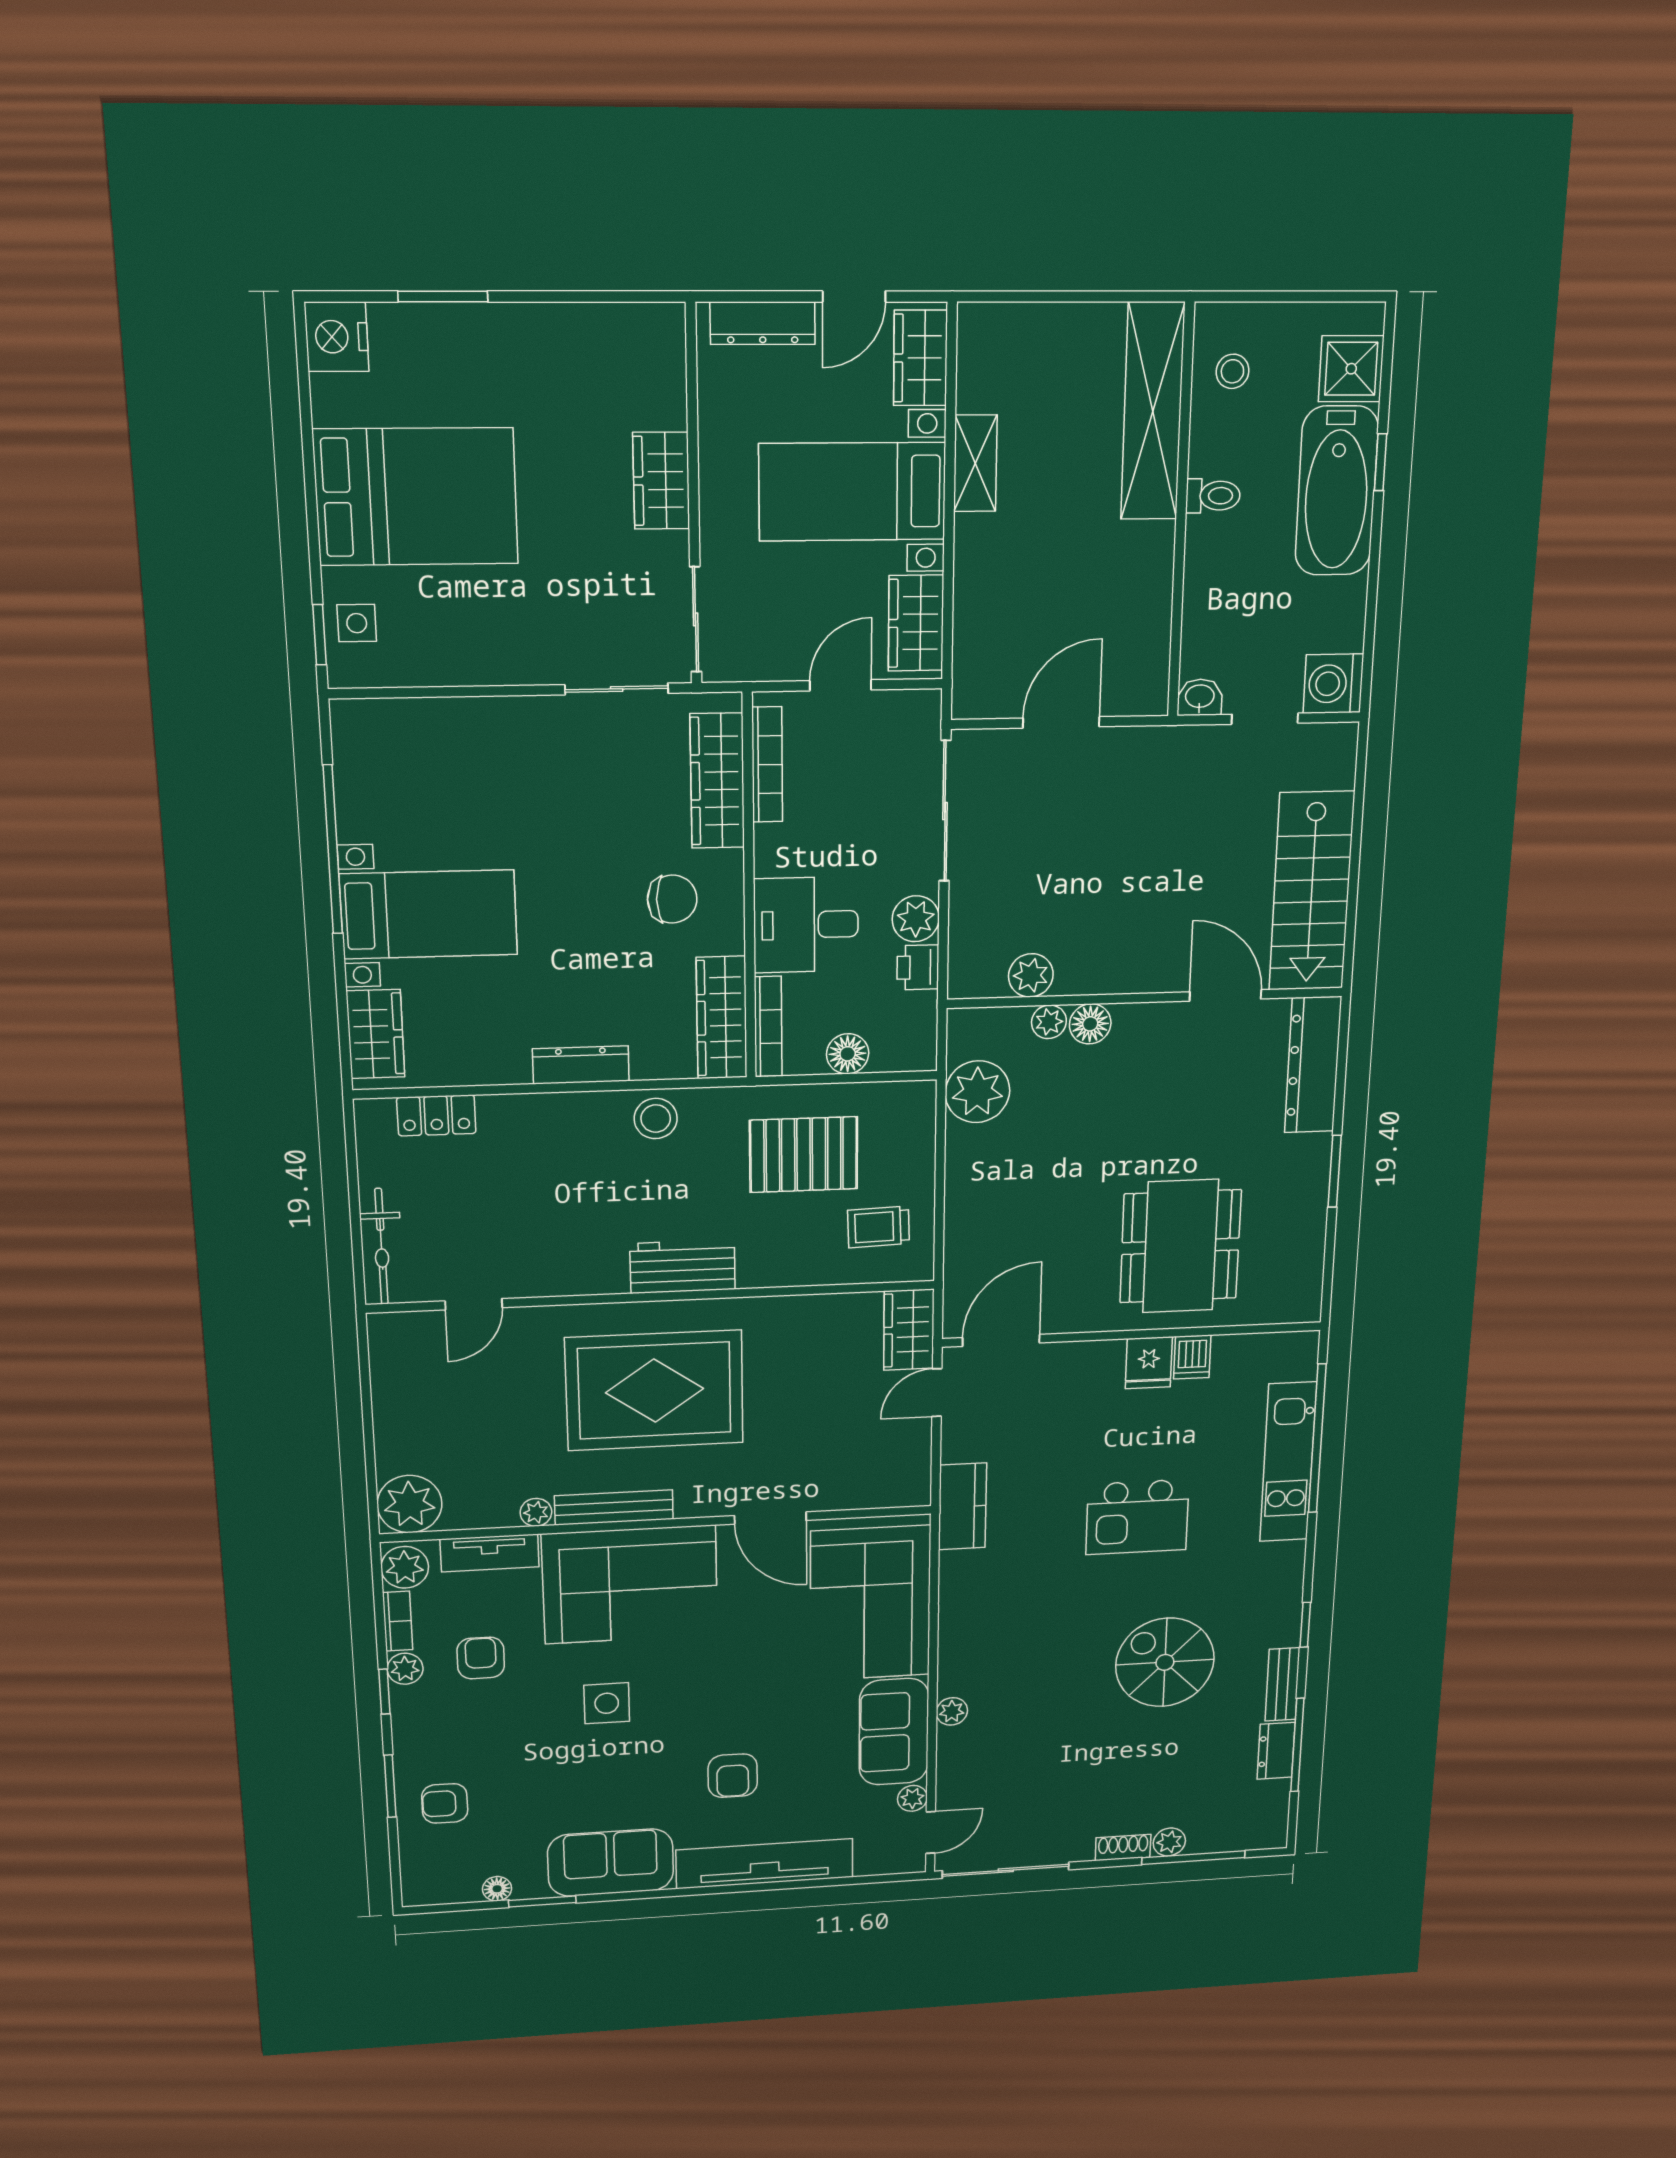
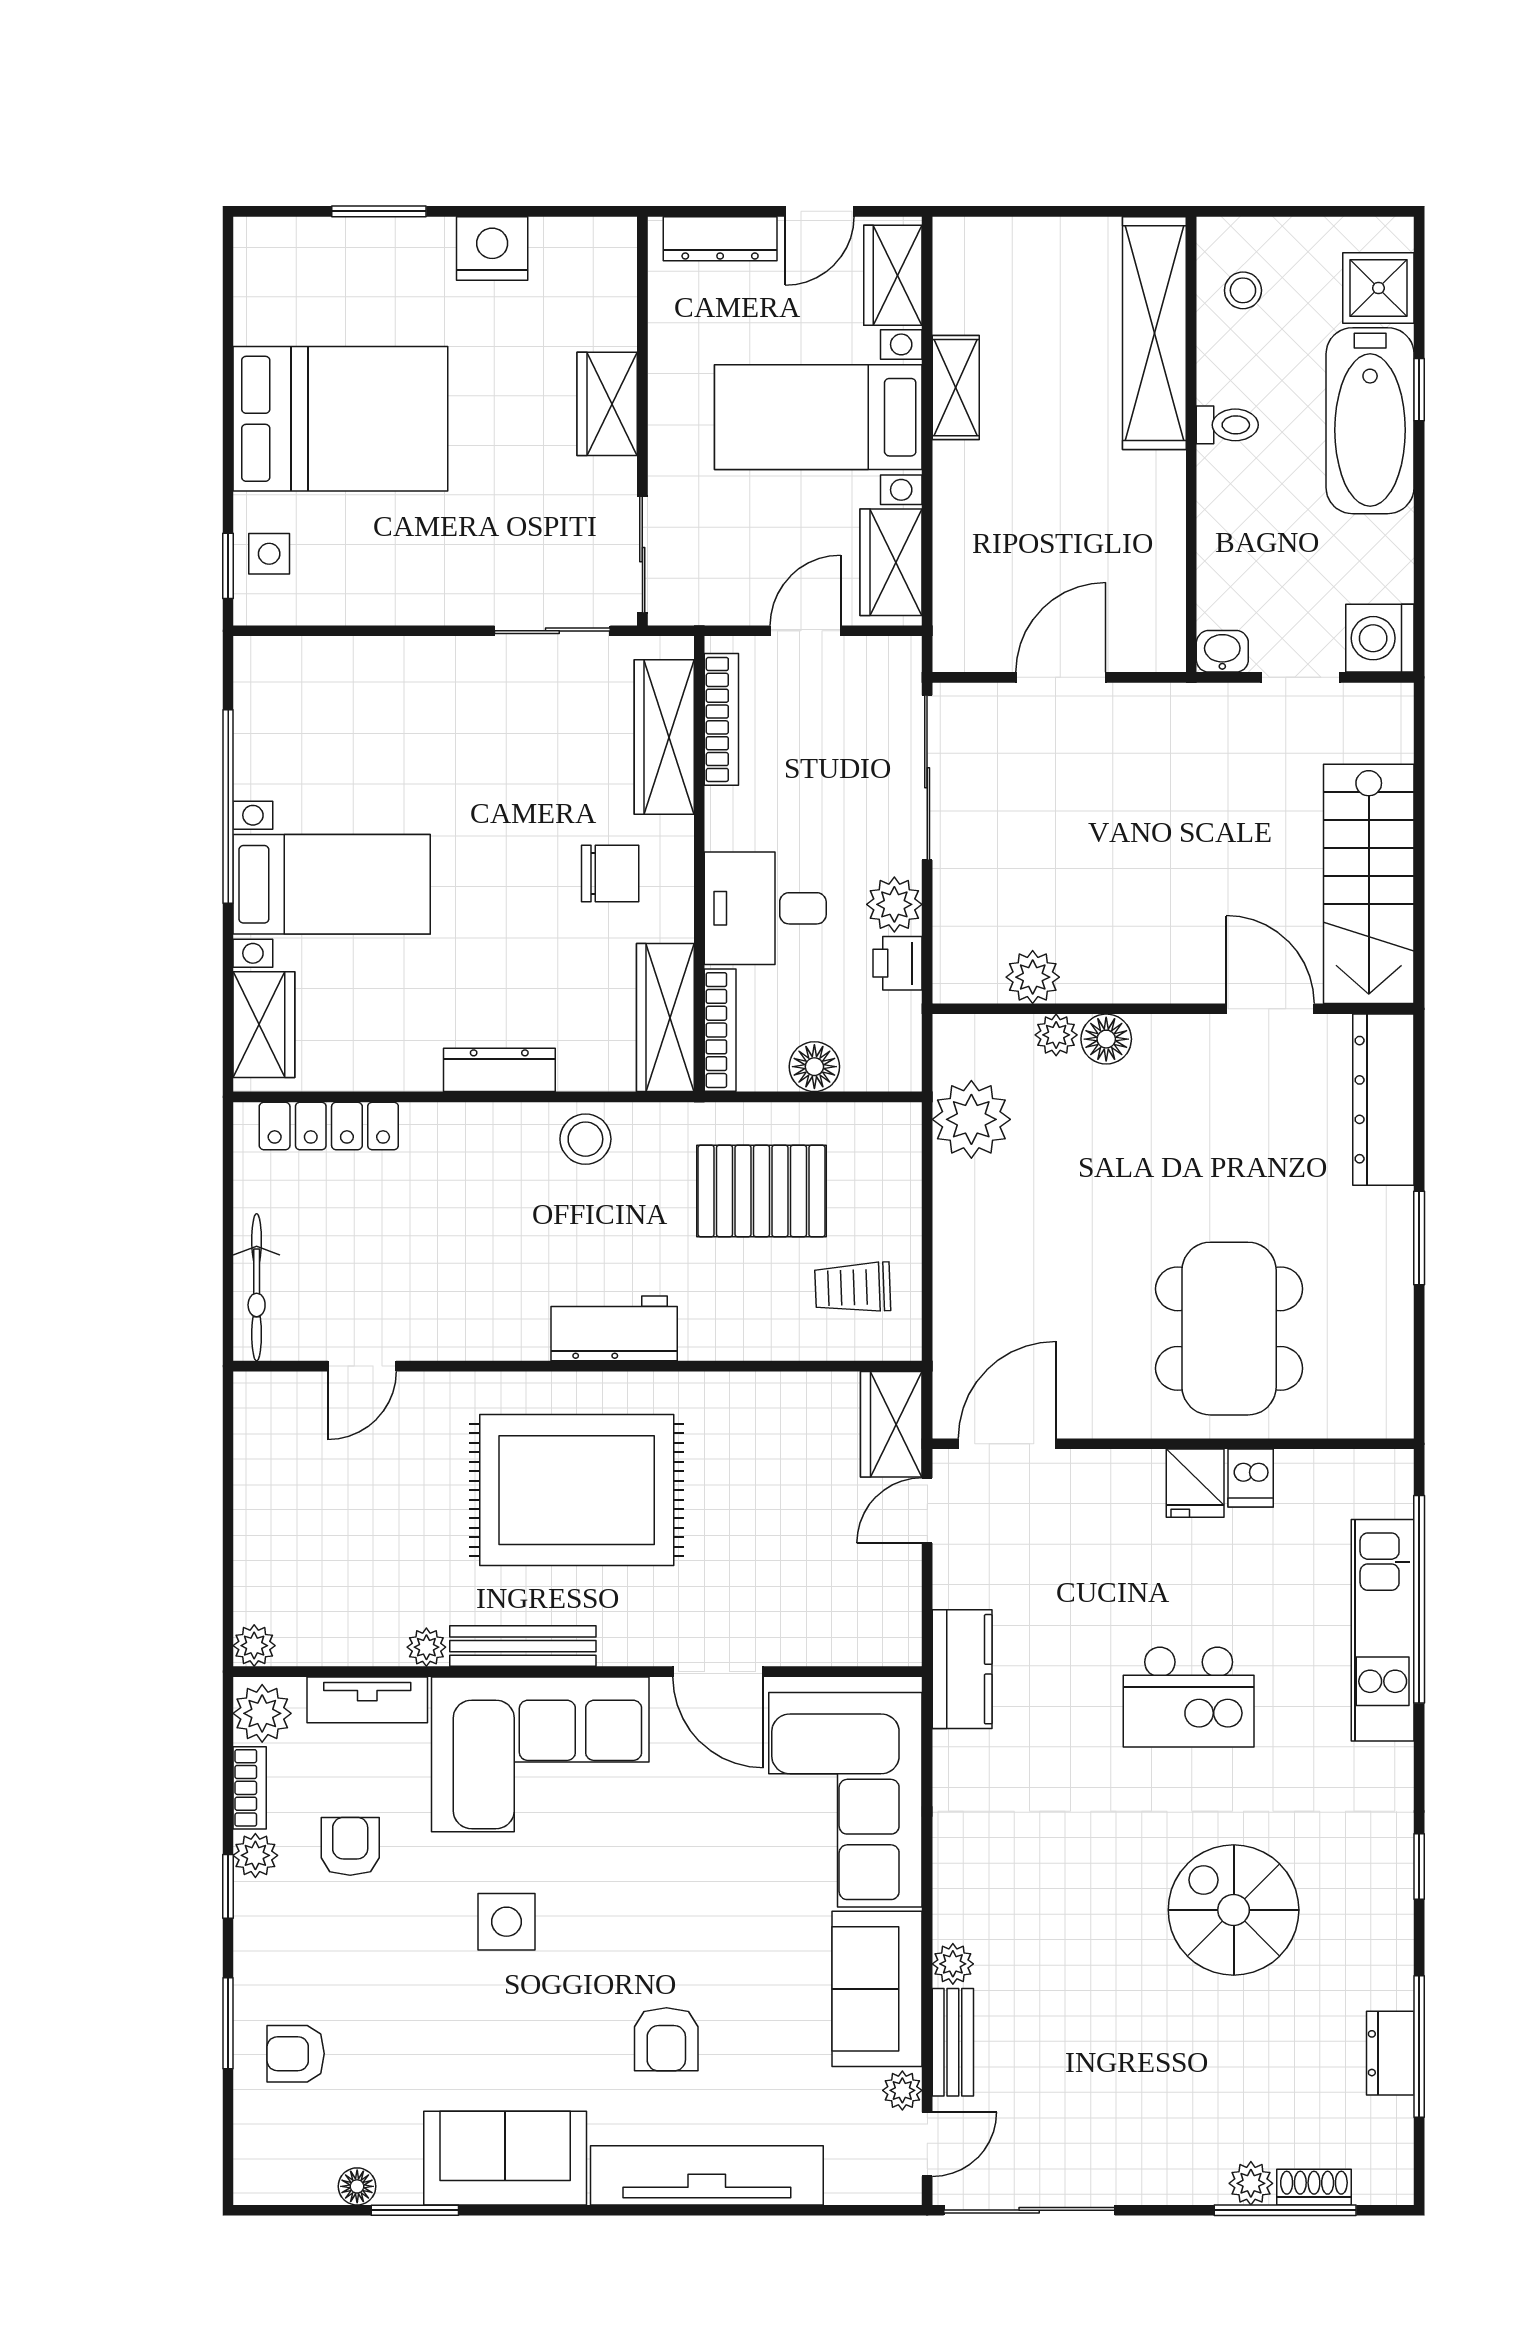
nightstand: (337, 337) -> (492, 248), moved, turned 90
locker: (436, 1115) -> (329, 1126), width x1.53
plant: (410, 1504) -> (254, 1646), width x0.53, depth x0.53
bench: (1282, 1684) -> (953, 2042), moved
shoe rack: (1123, 1848) -> (1314, 2187), moved

